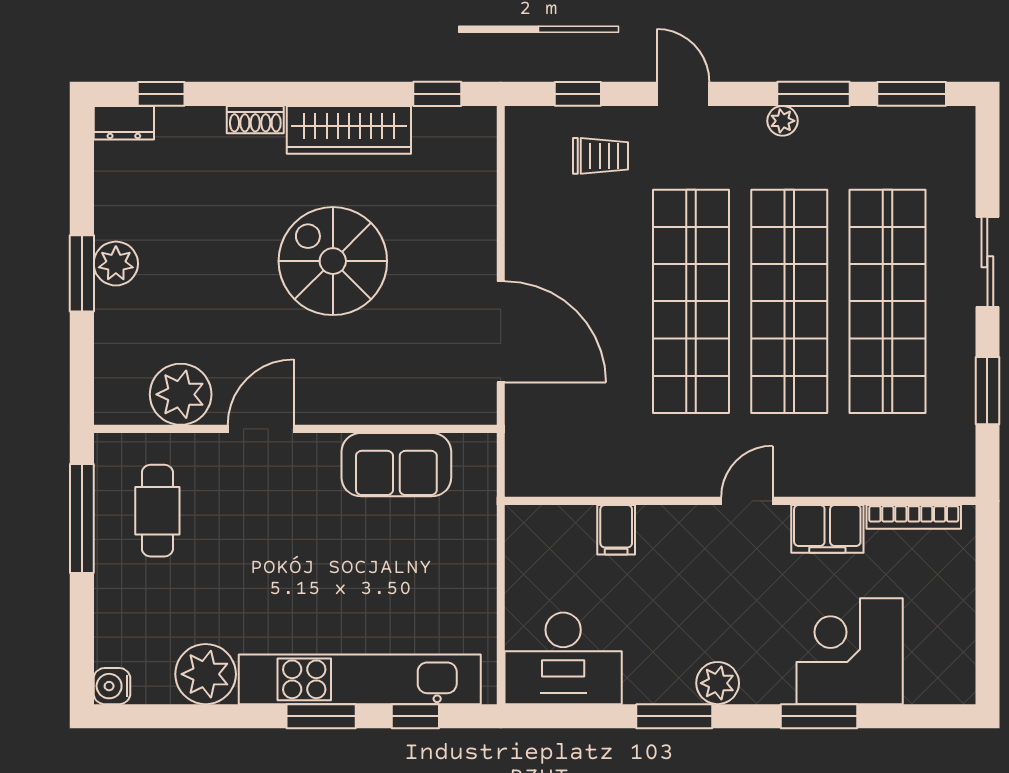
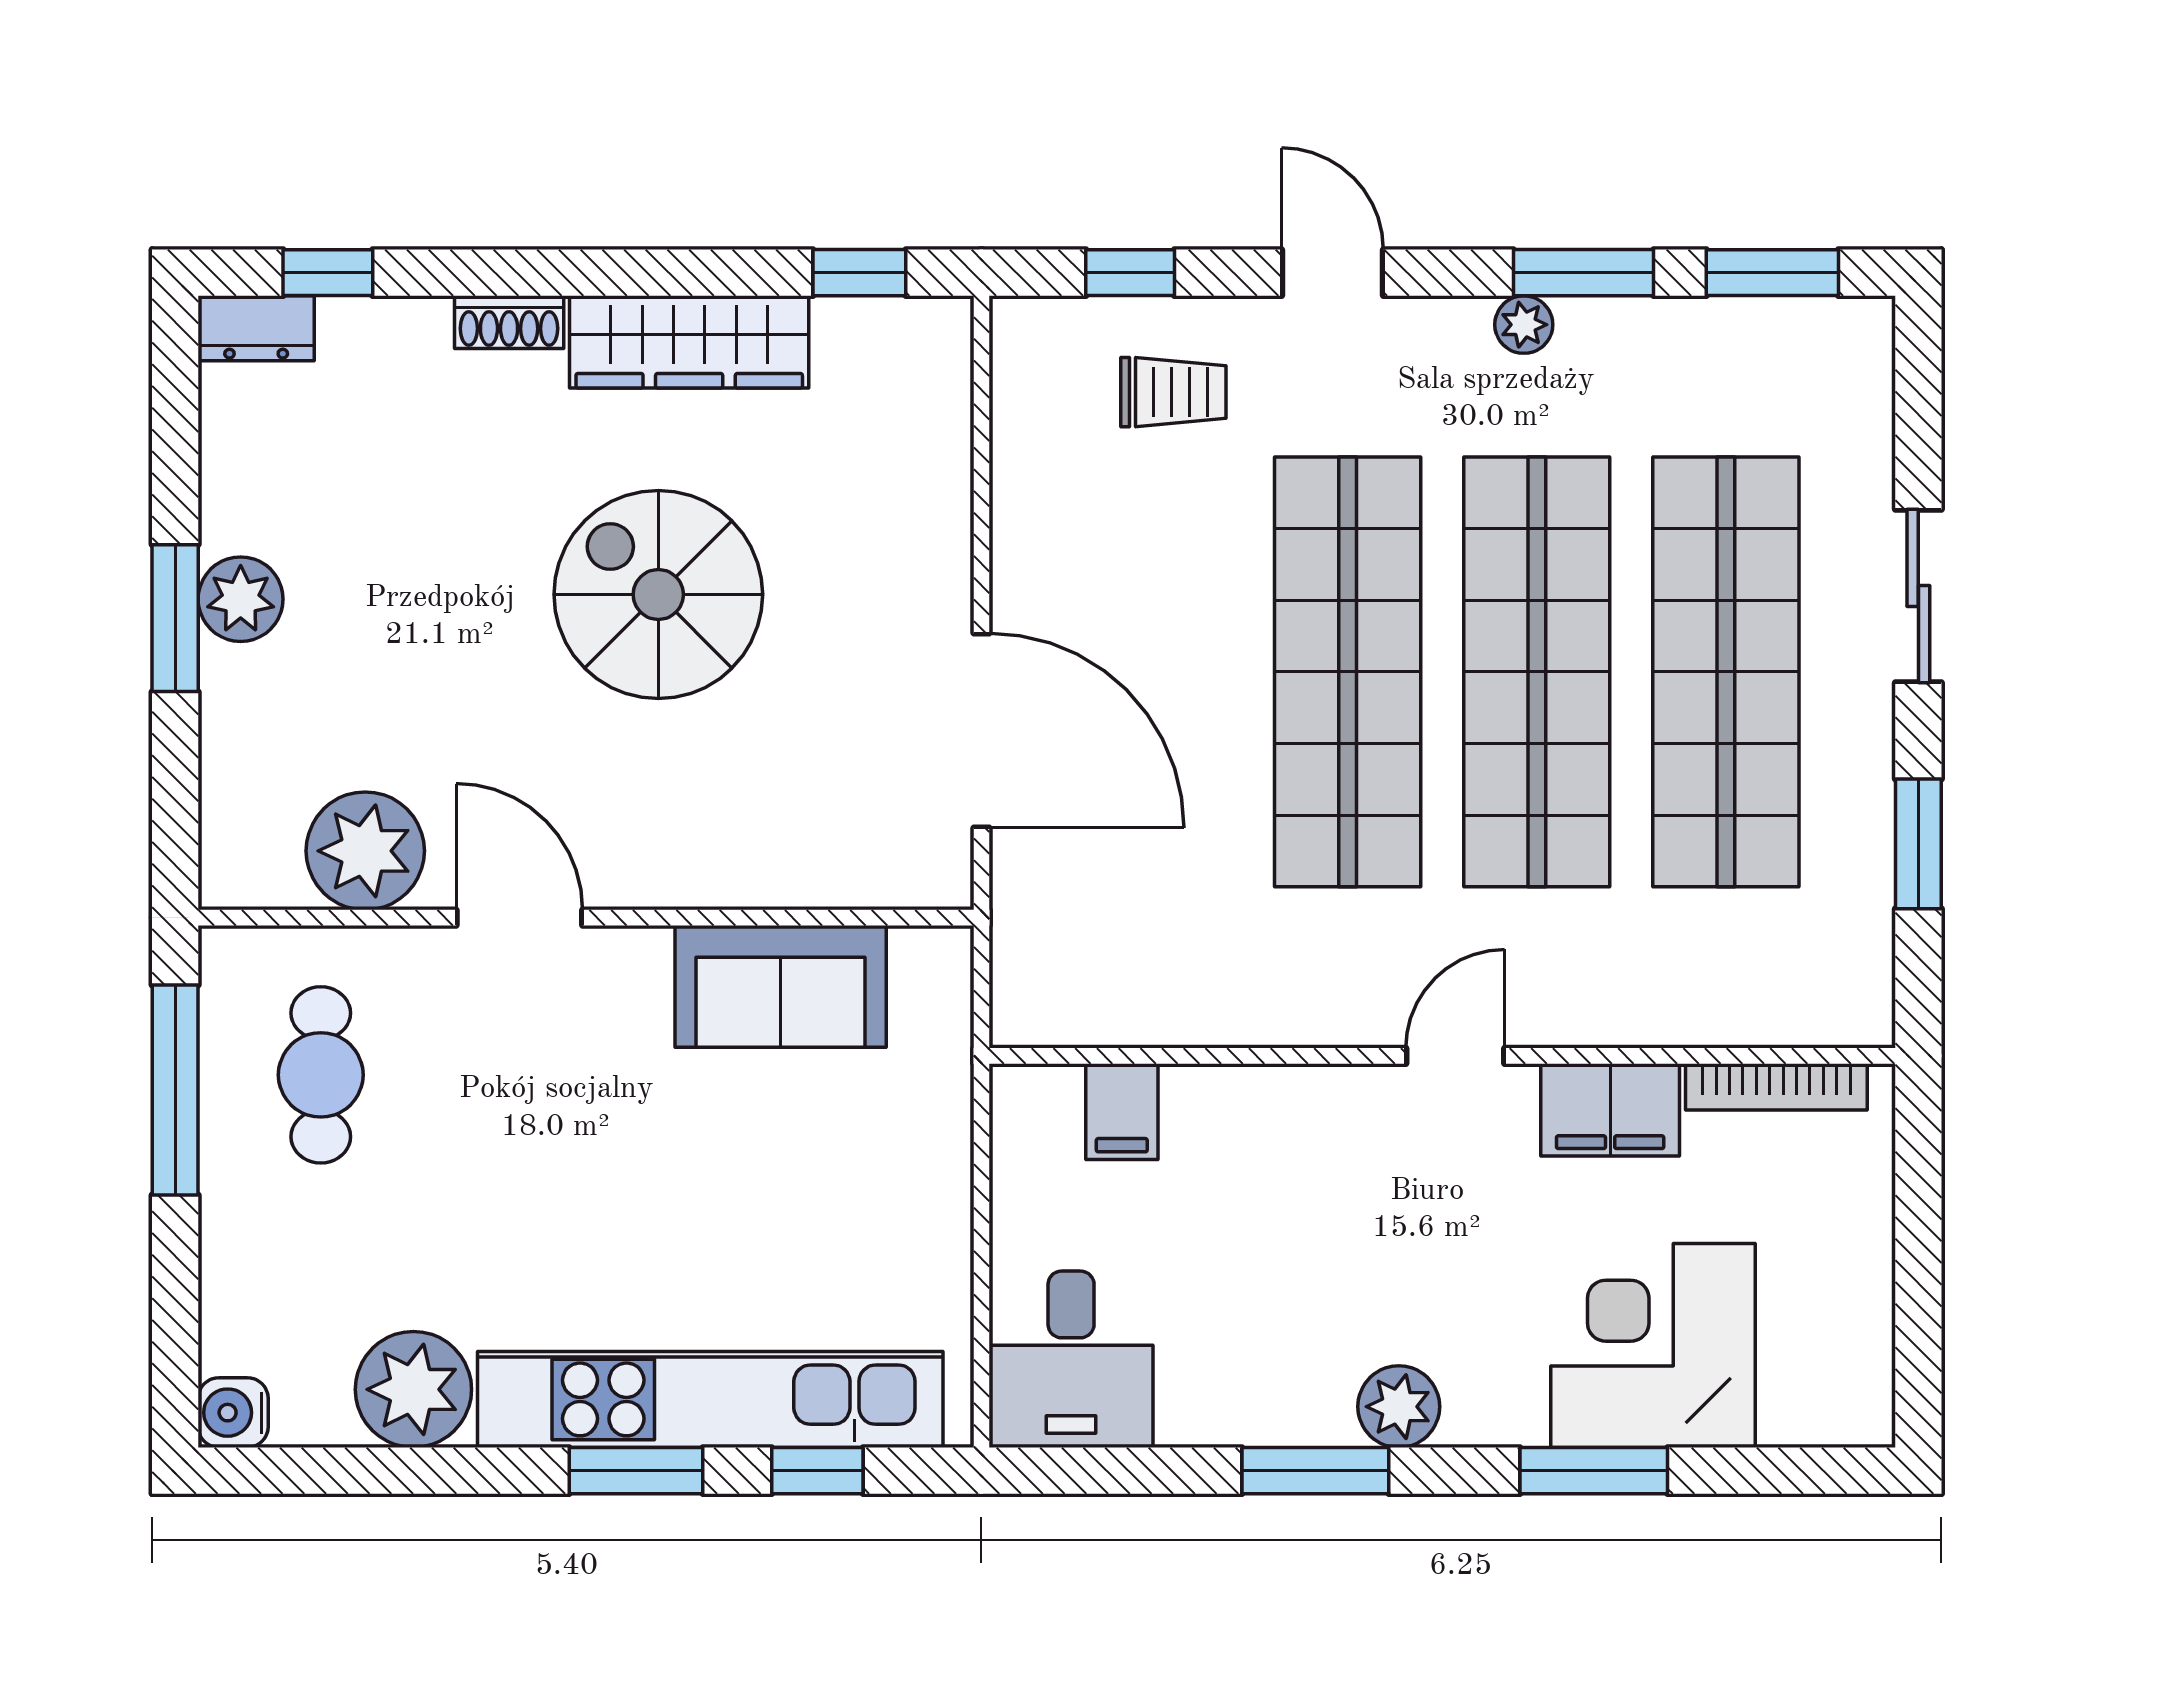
door: (261, 429) -> (519, 918), hinge flipped
filing cabinet: (616, 530) -> (1122, 1112), moved
desk: (563, 658) -> (1071, 1359), width x0.73

